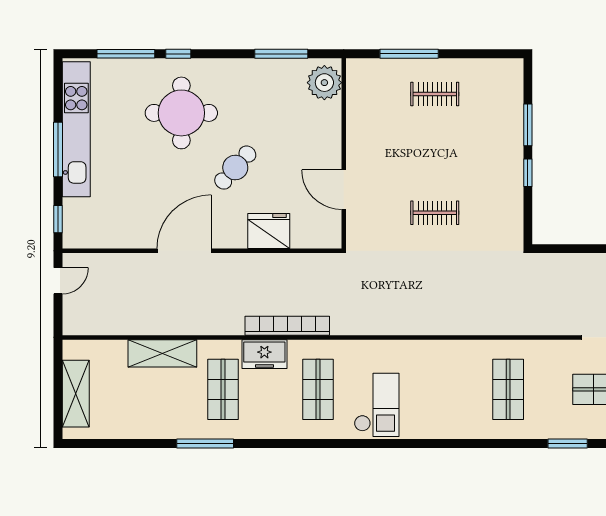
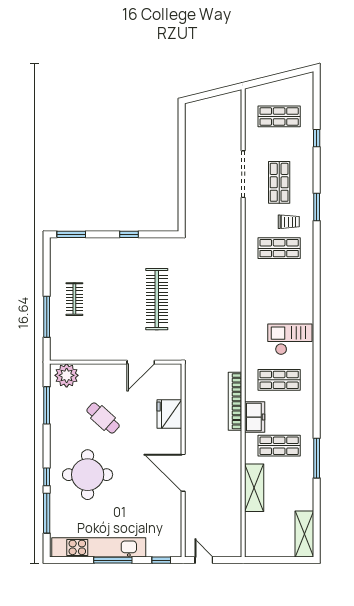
window: (528, 125) -> (71, 234), moved
cafe table: (235, 168) -> (103, 418), moved
clothes rail: (435, 213) -> (157, 299), width x1.86, depth x1.31
shelving: (76, 394) -> (304, 534), moved, turned 90
trolley: (546, 403) -> (289, 222), added

